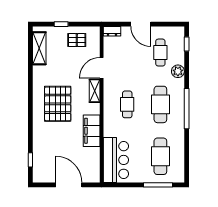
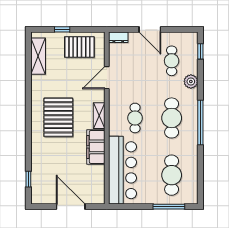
pallet: (77, 40) -> (79, 47), width x1.50, depth x1.42
shelving: (95, 91) -> (99, 116), moved
bar counter: (116, 160) -> (123, 170), width x1.36

